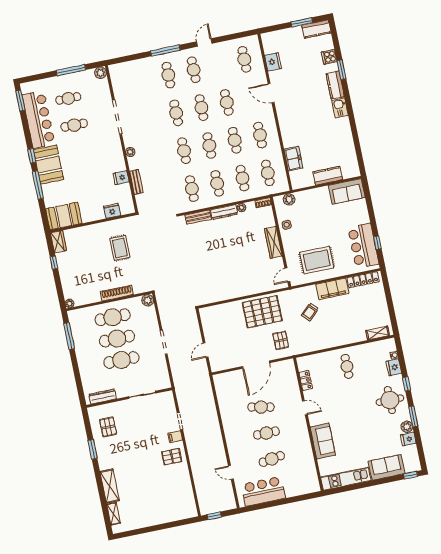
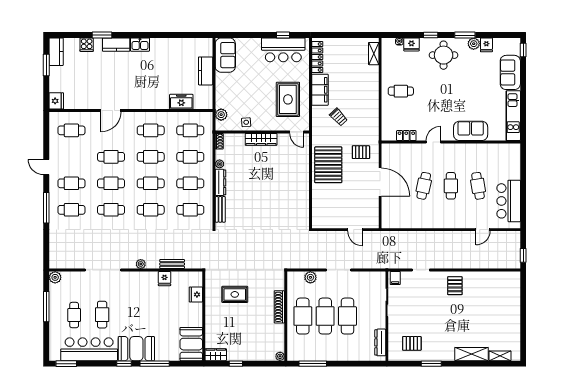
fridge: (273, 62) -> (56, 101), moved, turned 90
plant: (148, 300) -> (310, 277), moved
filing cabinet: (175, 437) -> (395, 278), moved

